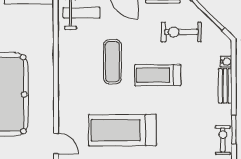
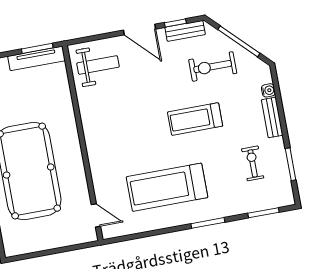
exercise mat: (112, 62) -> (142, 113), removed
exercise bike: (223, 140) -> (253, 163), moved

